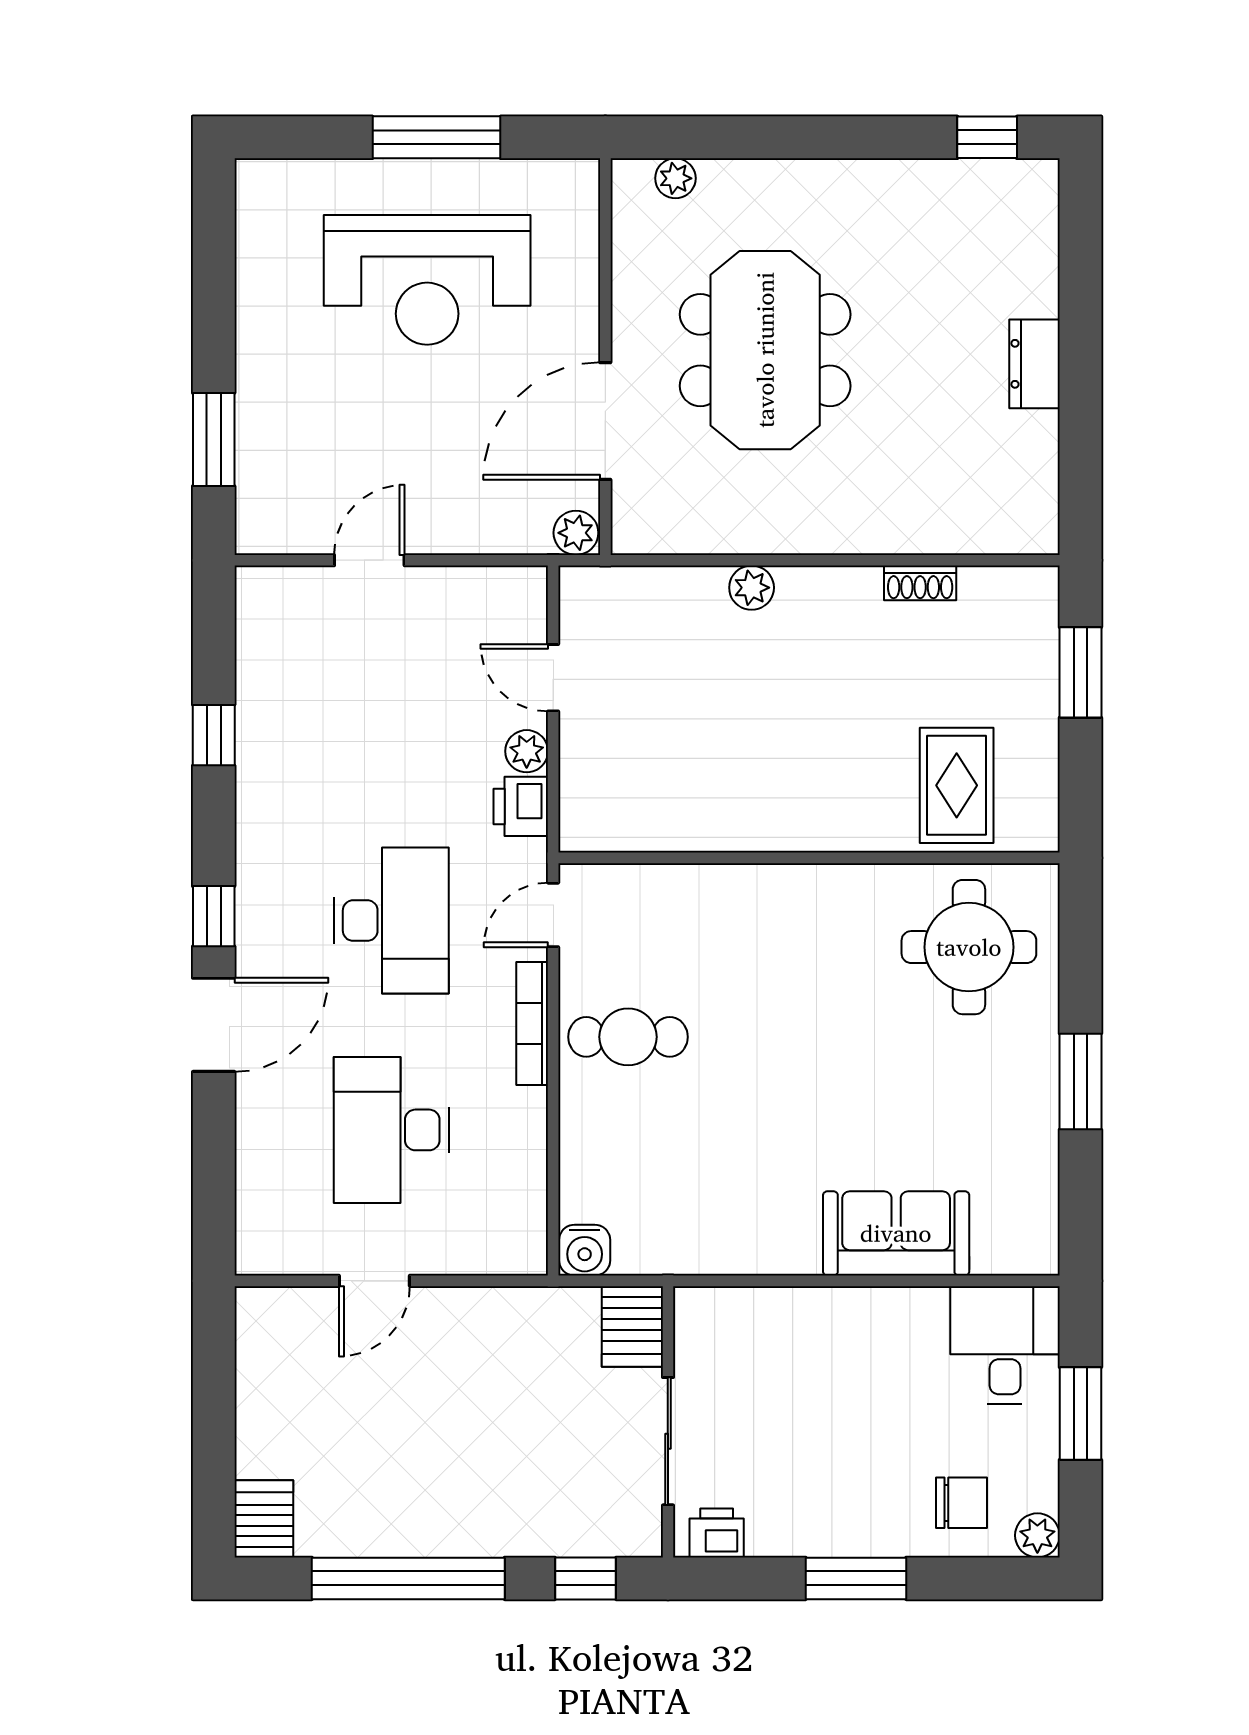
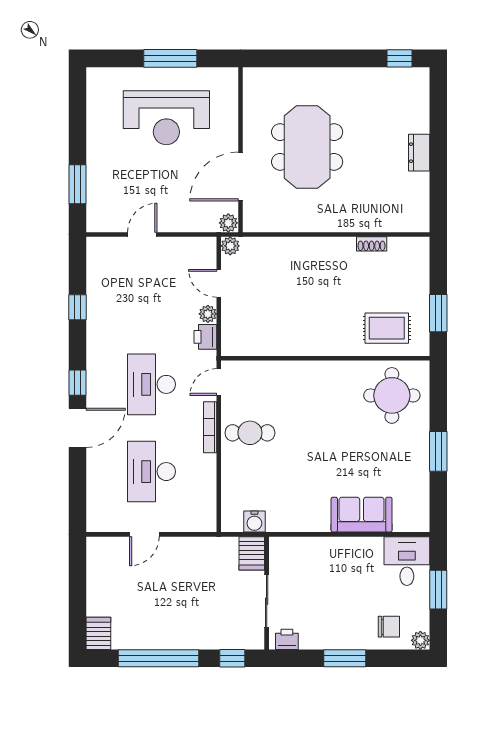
plant: (675, 178) -> (270, 75), removed
plant: (752, 588) -> (230, 246), moved
window: (1080, 672) -> (438, 313), moved
rug: (957, 785) -> (387, 328), turned 90
desk: (391, 921) -> (151, 384), turned 180
water cooler: (585, 1250) -> (254, 522), moved

